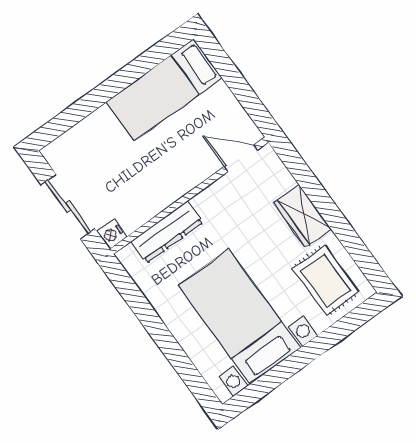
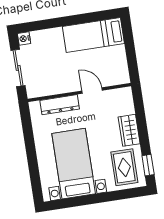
door: (241, 158) -> (92, 91), moved
nightstand: (112, 234) -> (24, 39), moved
window: (362, 257) -> (148, 165), added

